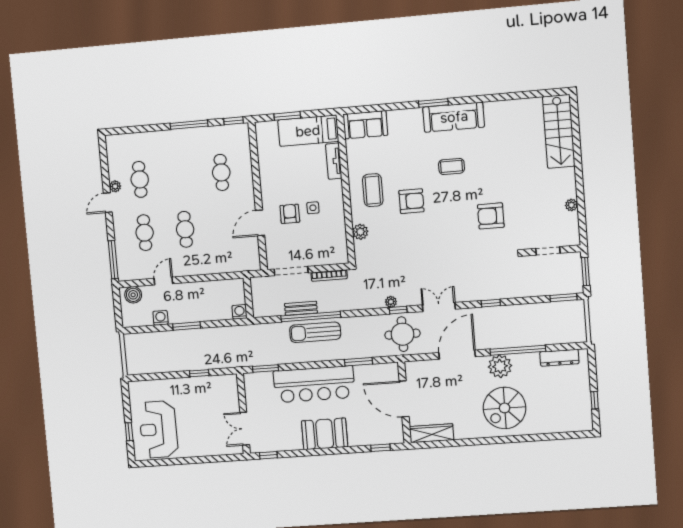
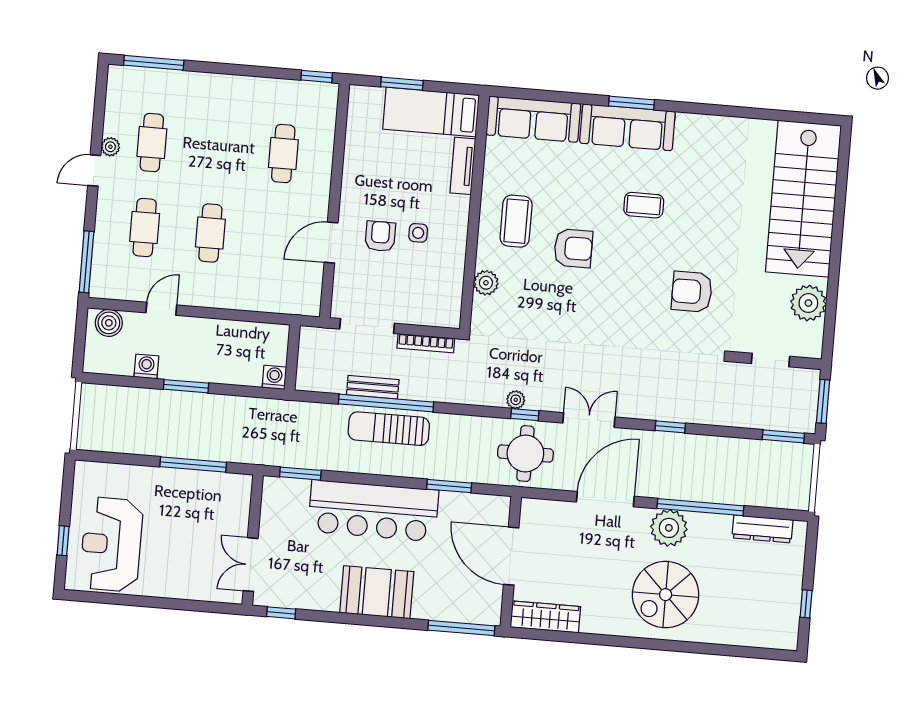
sofa: (454, 117) -> (627, 127), moved
window: (189, 125) -> (154, 63), moved
sofa: (365, 125) -> (533, 119), width x1.36
stairs: (559, 131) -> (803, 199), width x1.36, depth x1.51
plant: (571, 205) -> (808, 303), width x1.88, depth x1.88
window: (199, 373) -> (193, 465), width x2.17
window: (380, 448) -> (461, 628), width x2.17

